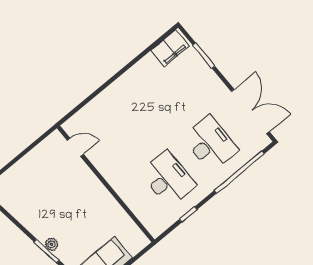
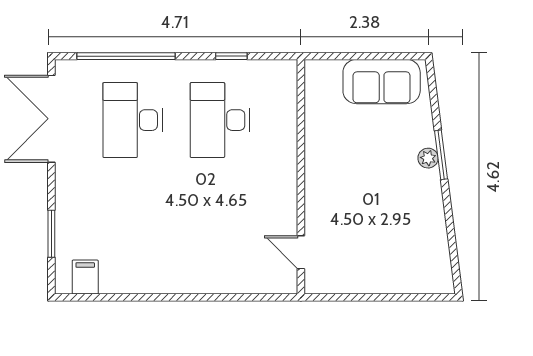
filing cabinet: (170, 48) -> (85, 277), width x0.50

